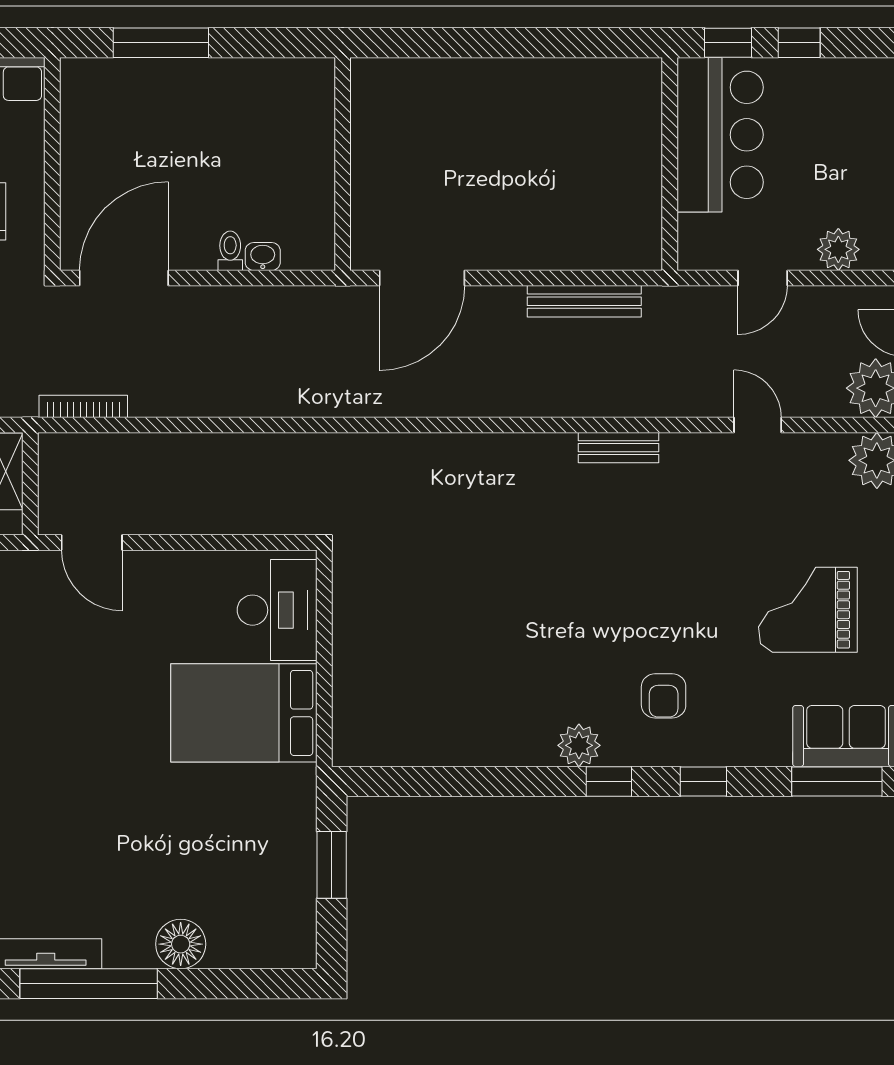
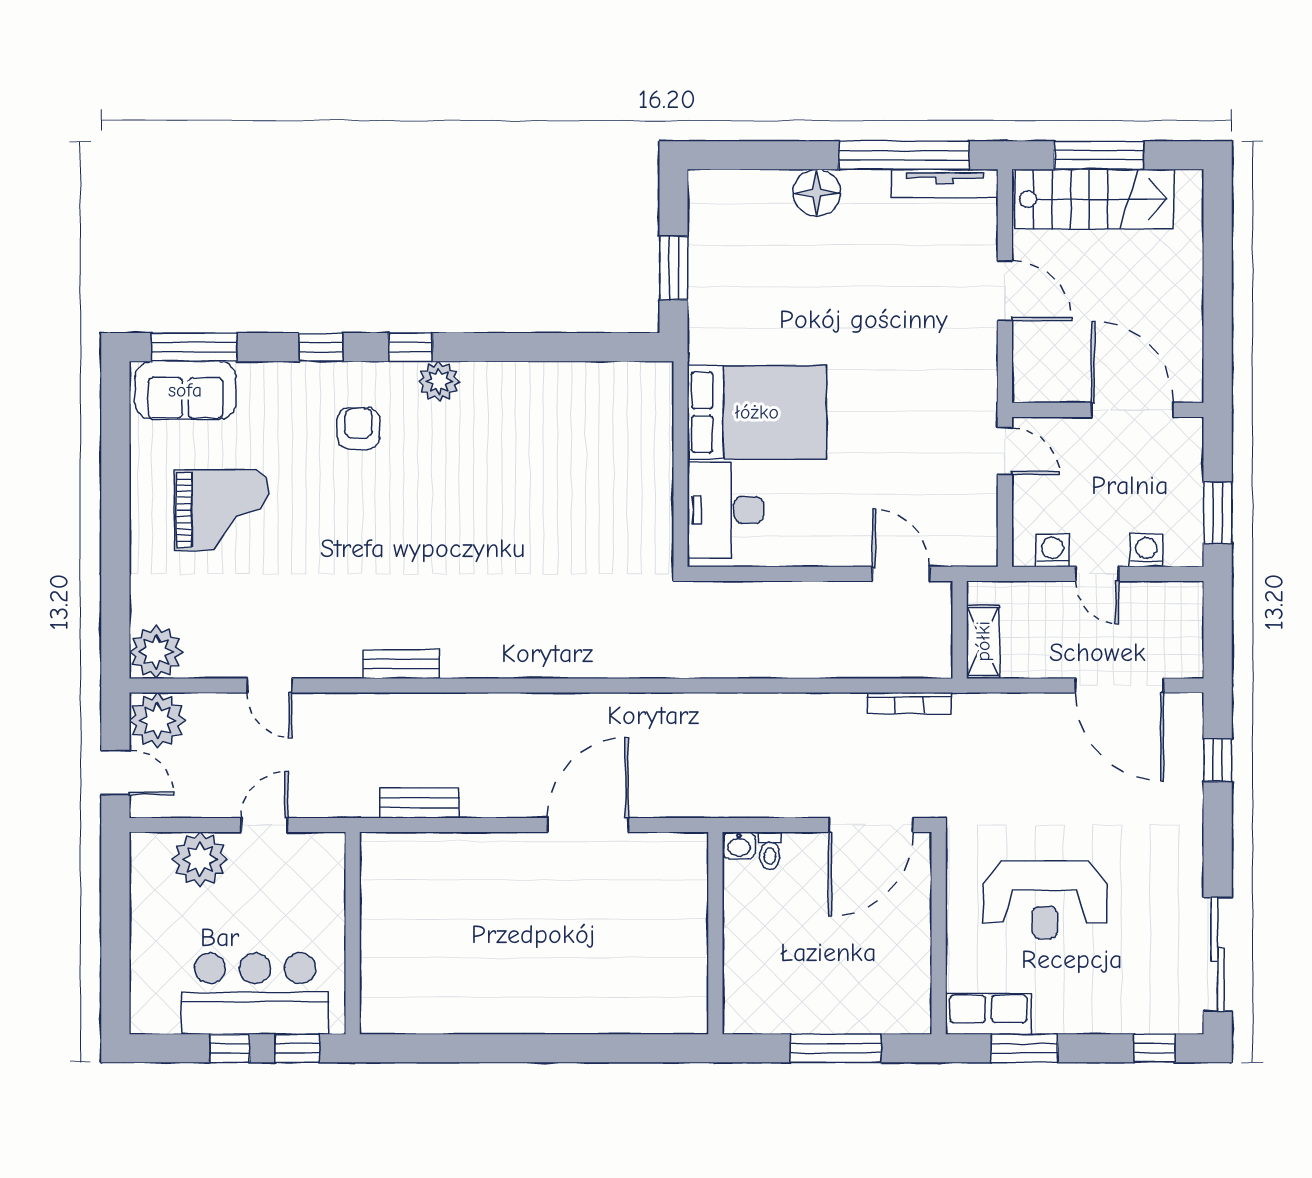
bar counter: (720, 135) -> (255, 994), moved, turned 90
wall: (343, 164) -> (715, 933), moved
plant: (838, 249) -> (200, 859), width x1.36, depth x1.36
bench: (584, 301) -> (419, 803), width x0.73

